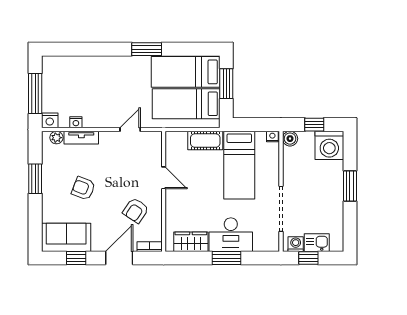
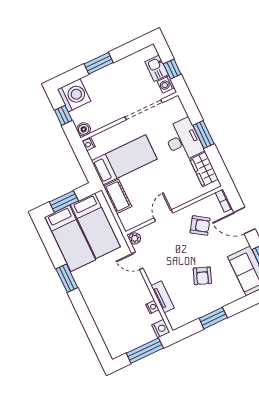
plant: (56, 138) -> (135, 238), moved

